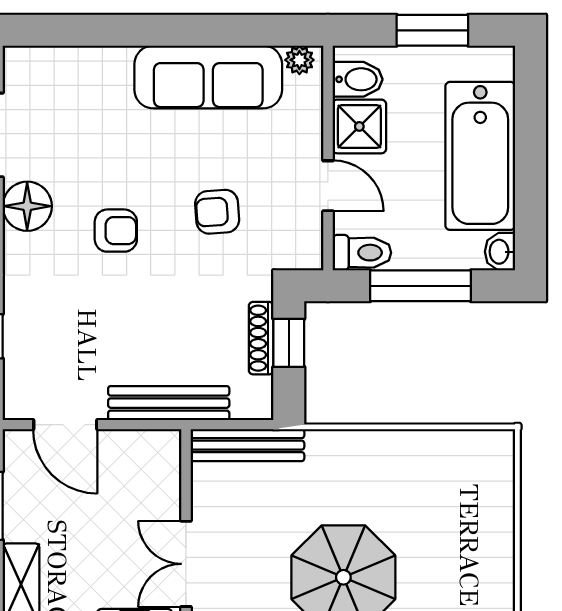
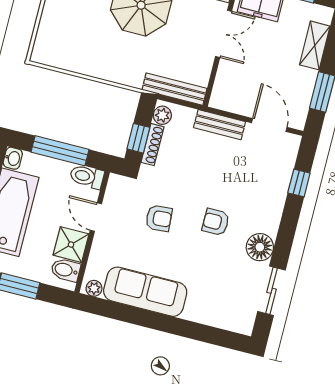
plant: (257, 394) -> (162, 115), added
bench: (169, 403) -> (220, 125), width x0.73

